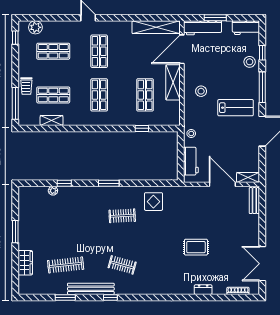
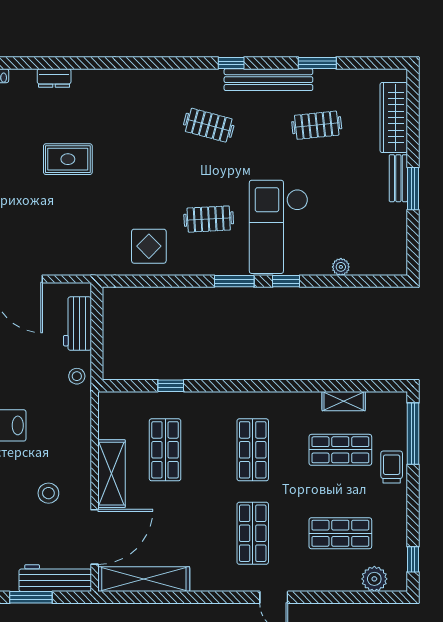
stool: (201, 91) -> (48, 493), moved
window: (64, 183) -> (286, 281), moved
checkout: (86, 212) -> (279, 227), added
bench: (23, 237) -> (398, 178), added
wardrobe: (25, 263) -> (394, 118), width x1.50
clothes rail: (66, 265) -> (317, 125), width x0.73

